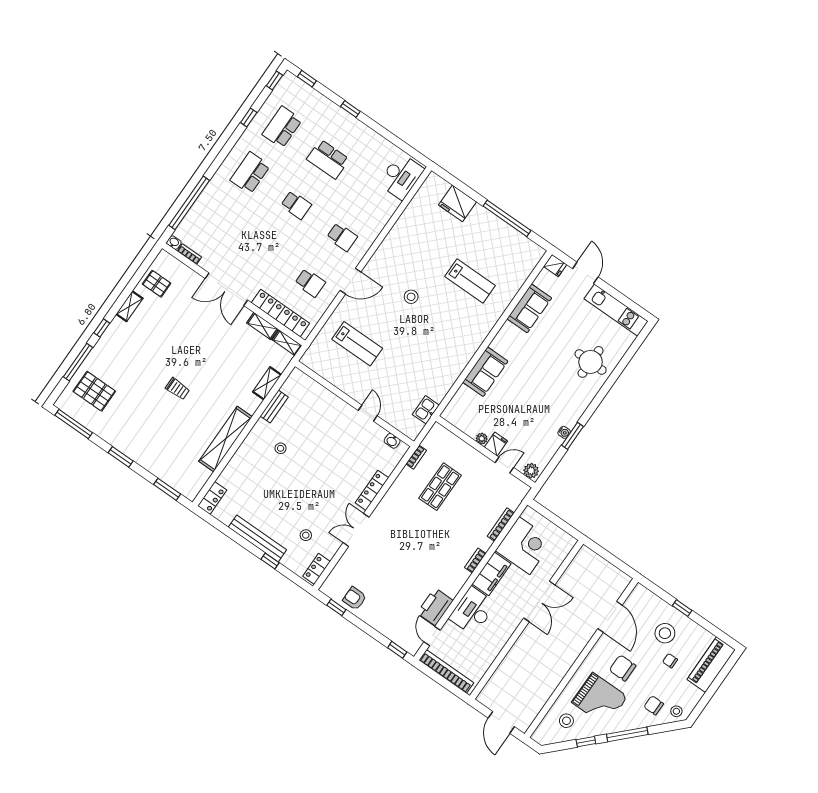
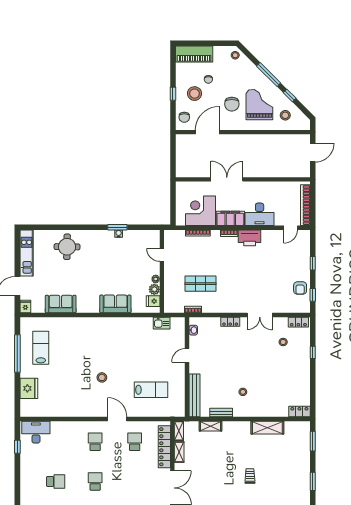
window: (350, 109) -> (17, 447), moved
school desk: (328, 159) -> (56, 481), width x0.54
lab bench: (470, 281) -> (41, 348), moved
lab bench: (357, 344) -> (151, 390), turned 90
shelving: (226, 439) -> (267, 428), width x0.68
fridge: (496, 444) -> (153, 301), moved
plant: (531, 471) -> (154, 289), moved
locker: (372, 490) -> (230, 322), width x0.66
bench: (257, 539) -> (195, 395), moved
printer: (435, 607) -> (250, 238), moved
window: (397, 650) -> (313, 263), moved
chair: (654, 705) -> (184, 117), moved

